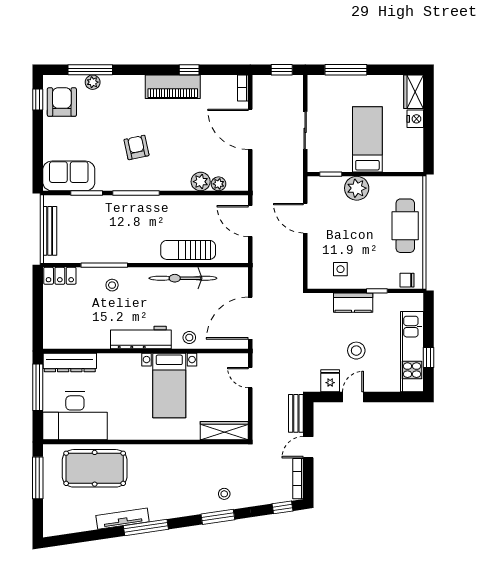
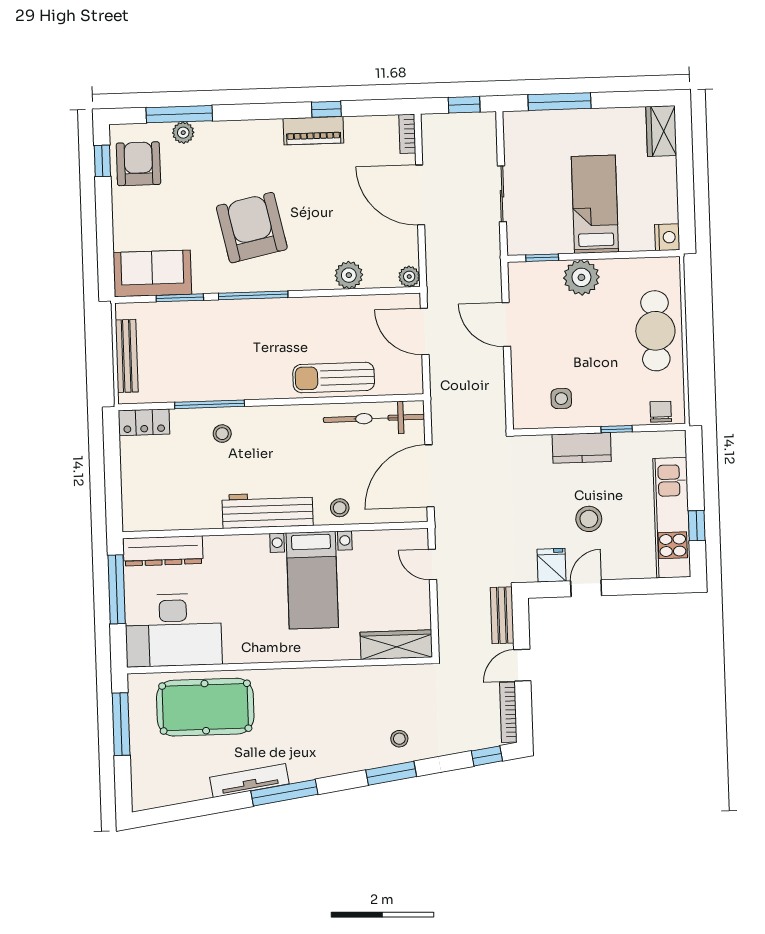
piano: (173, 87) -> (313, 131), width x0.73, depth x0.75
nightstand: (415, 119) -> (667, 237), moved
armchair: (137, 147) -> (252, 228), width x1.88, depth x1.88
plant: (219, 184) -> (409, 277), moved
bicycle: (183, 278) -> (374, 418), moved
chair: (407, 280) -> (661, 412), turned 90

